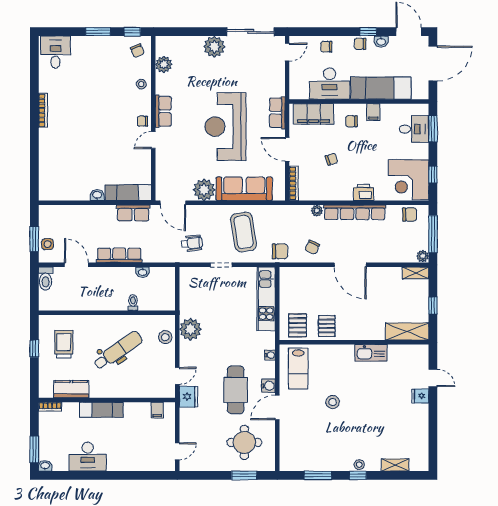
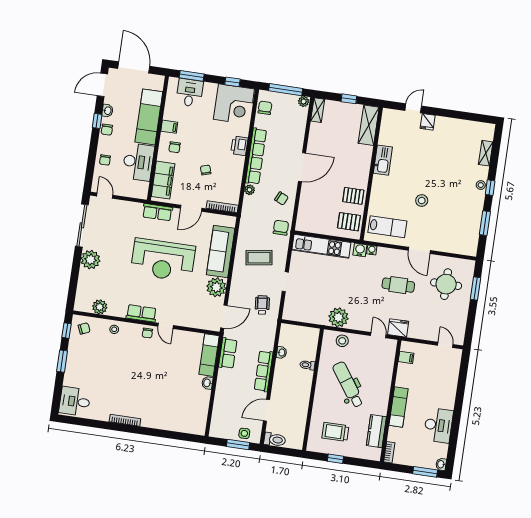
coffee table: (244, 232) -> (259, 258), width x0.73, depth x0.76
water cooler: (268, 386) -> (360, 250), moved
cafe table: (236, 390) -> (398, 285), width x0.73, depth x0.74

